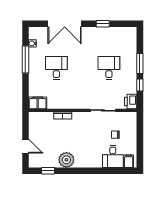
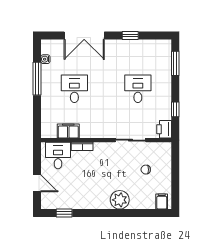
window: (140, 64) -> (175, 63), moved
filing cabinet: (38, 103) -> (68, 131), moved
desk: (113, 156) -> (58, 155), moved, turned 180
plant: (66, 160) -> (120, 200), moved

